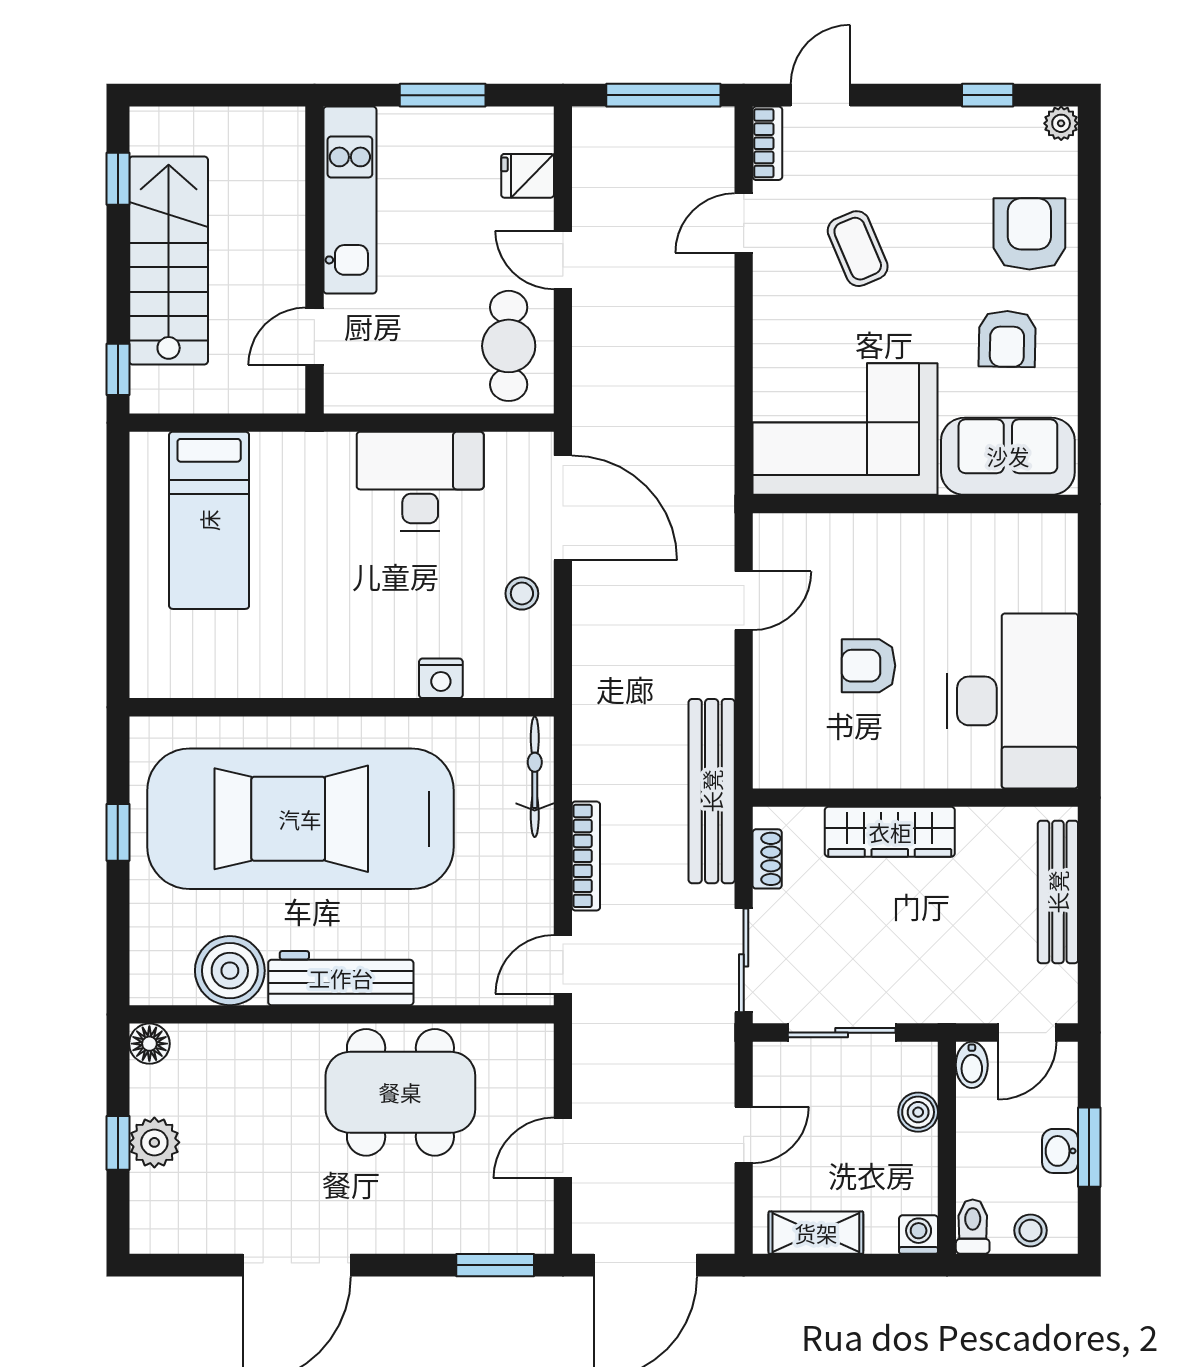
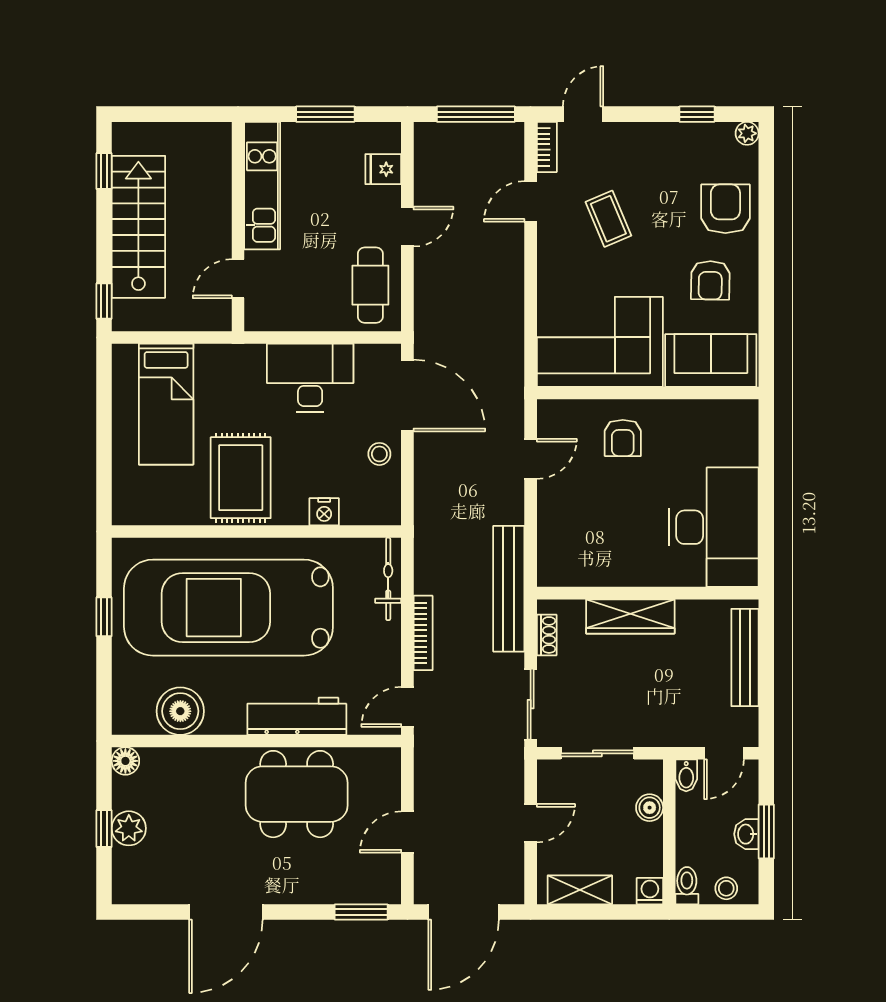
door: (563, 260) -> (407, 227), swing flipped
rug: (318, 628) -> (241, 478), added
armchair: (868, 666) -> (623, 438), moved, turned -90
workbench: (341, 978) -> (297, 716), moved

